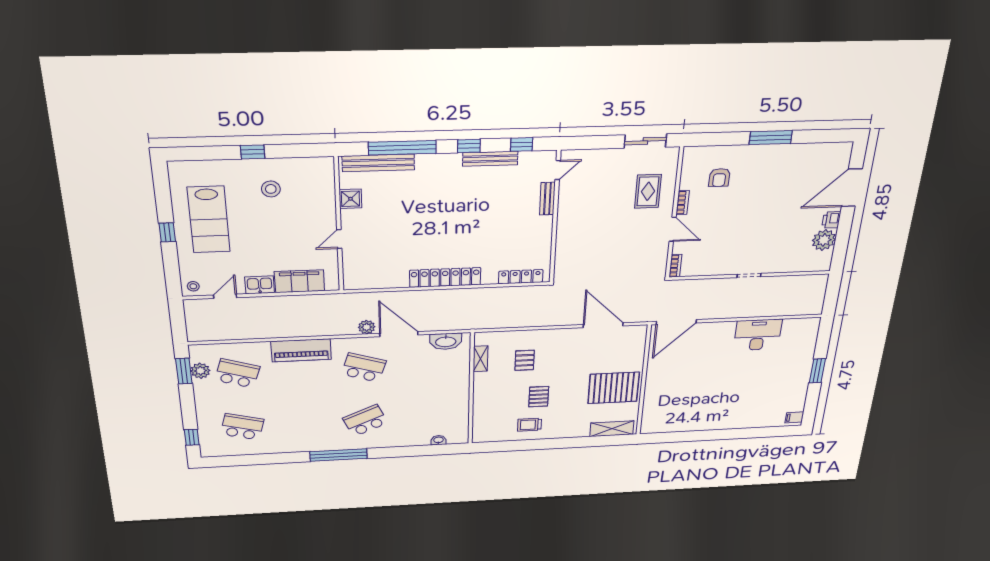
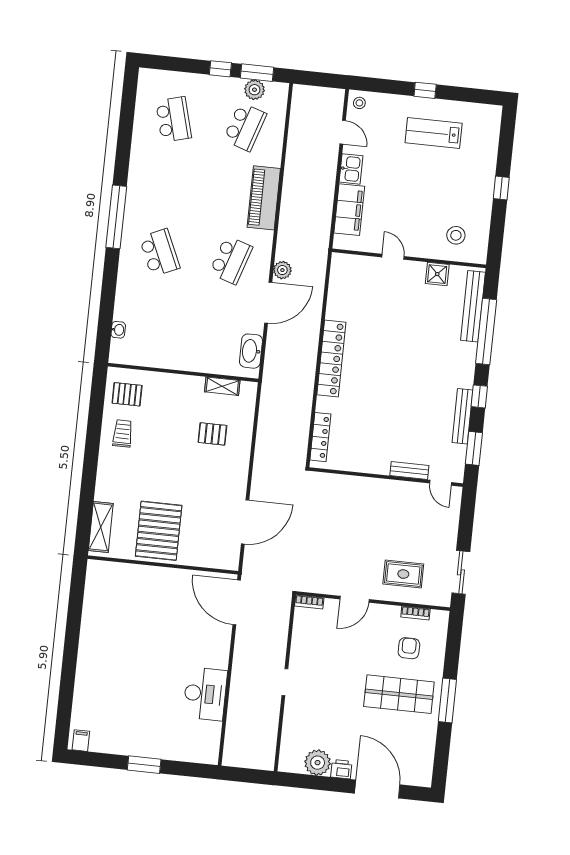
window: (522, 144) -> (474, 448), width x1.50
armchair: (719, 178) -> (409, 648), turned 90
shop shelf: (763, 181) -> (399, 694), added
stool: (271, 189) -> (456, 235), moved
bookcase: (683, 203) -> (415, 613), moved
lab bench: (209, 220) -> (434, 133), width x0.73, depth x0.72
pallet: (539, 397) -> (127, 394), moved
school desk: (242, 427) -> (174, 119), turned -30
window: (192, 437) -> (220, 69), moved

